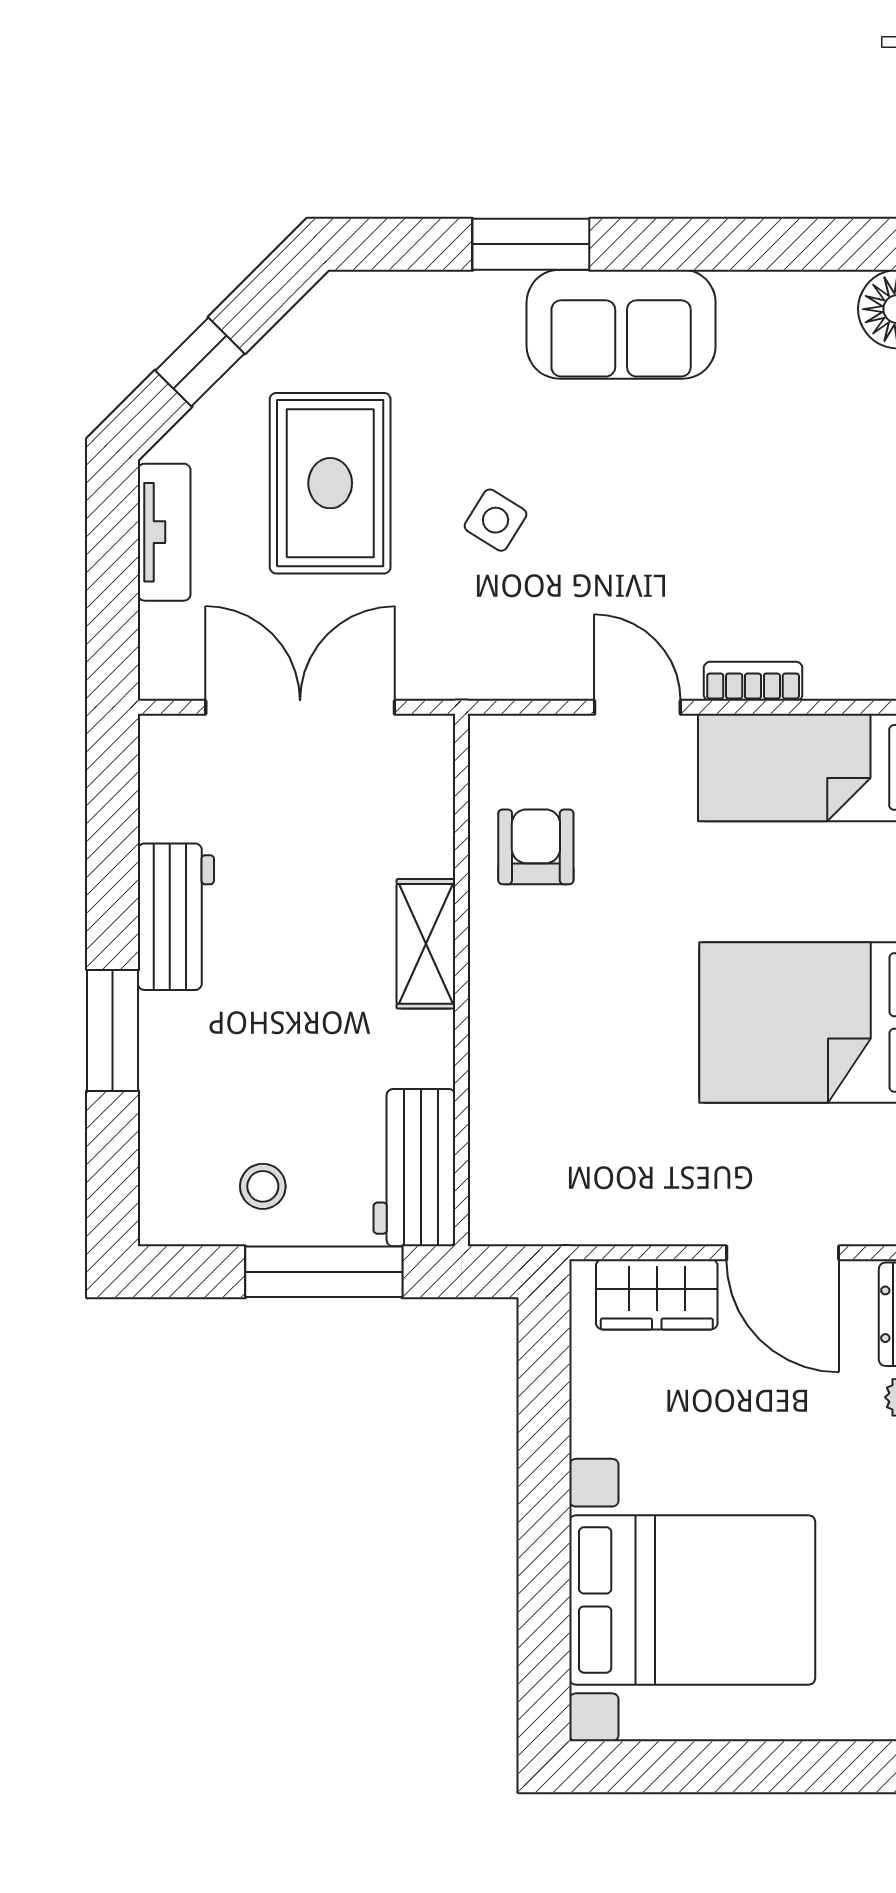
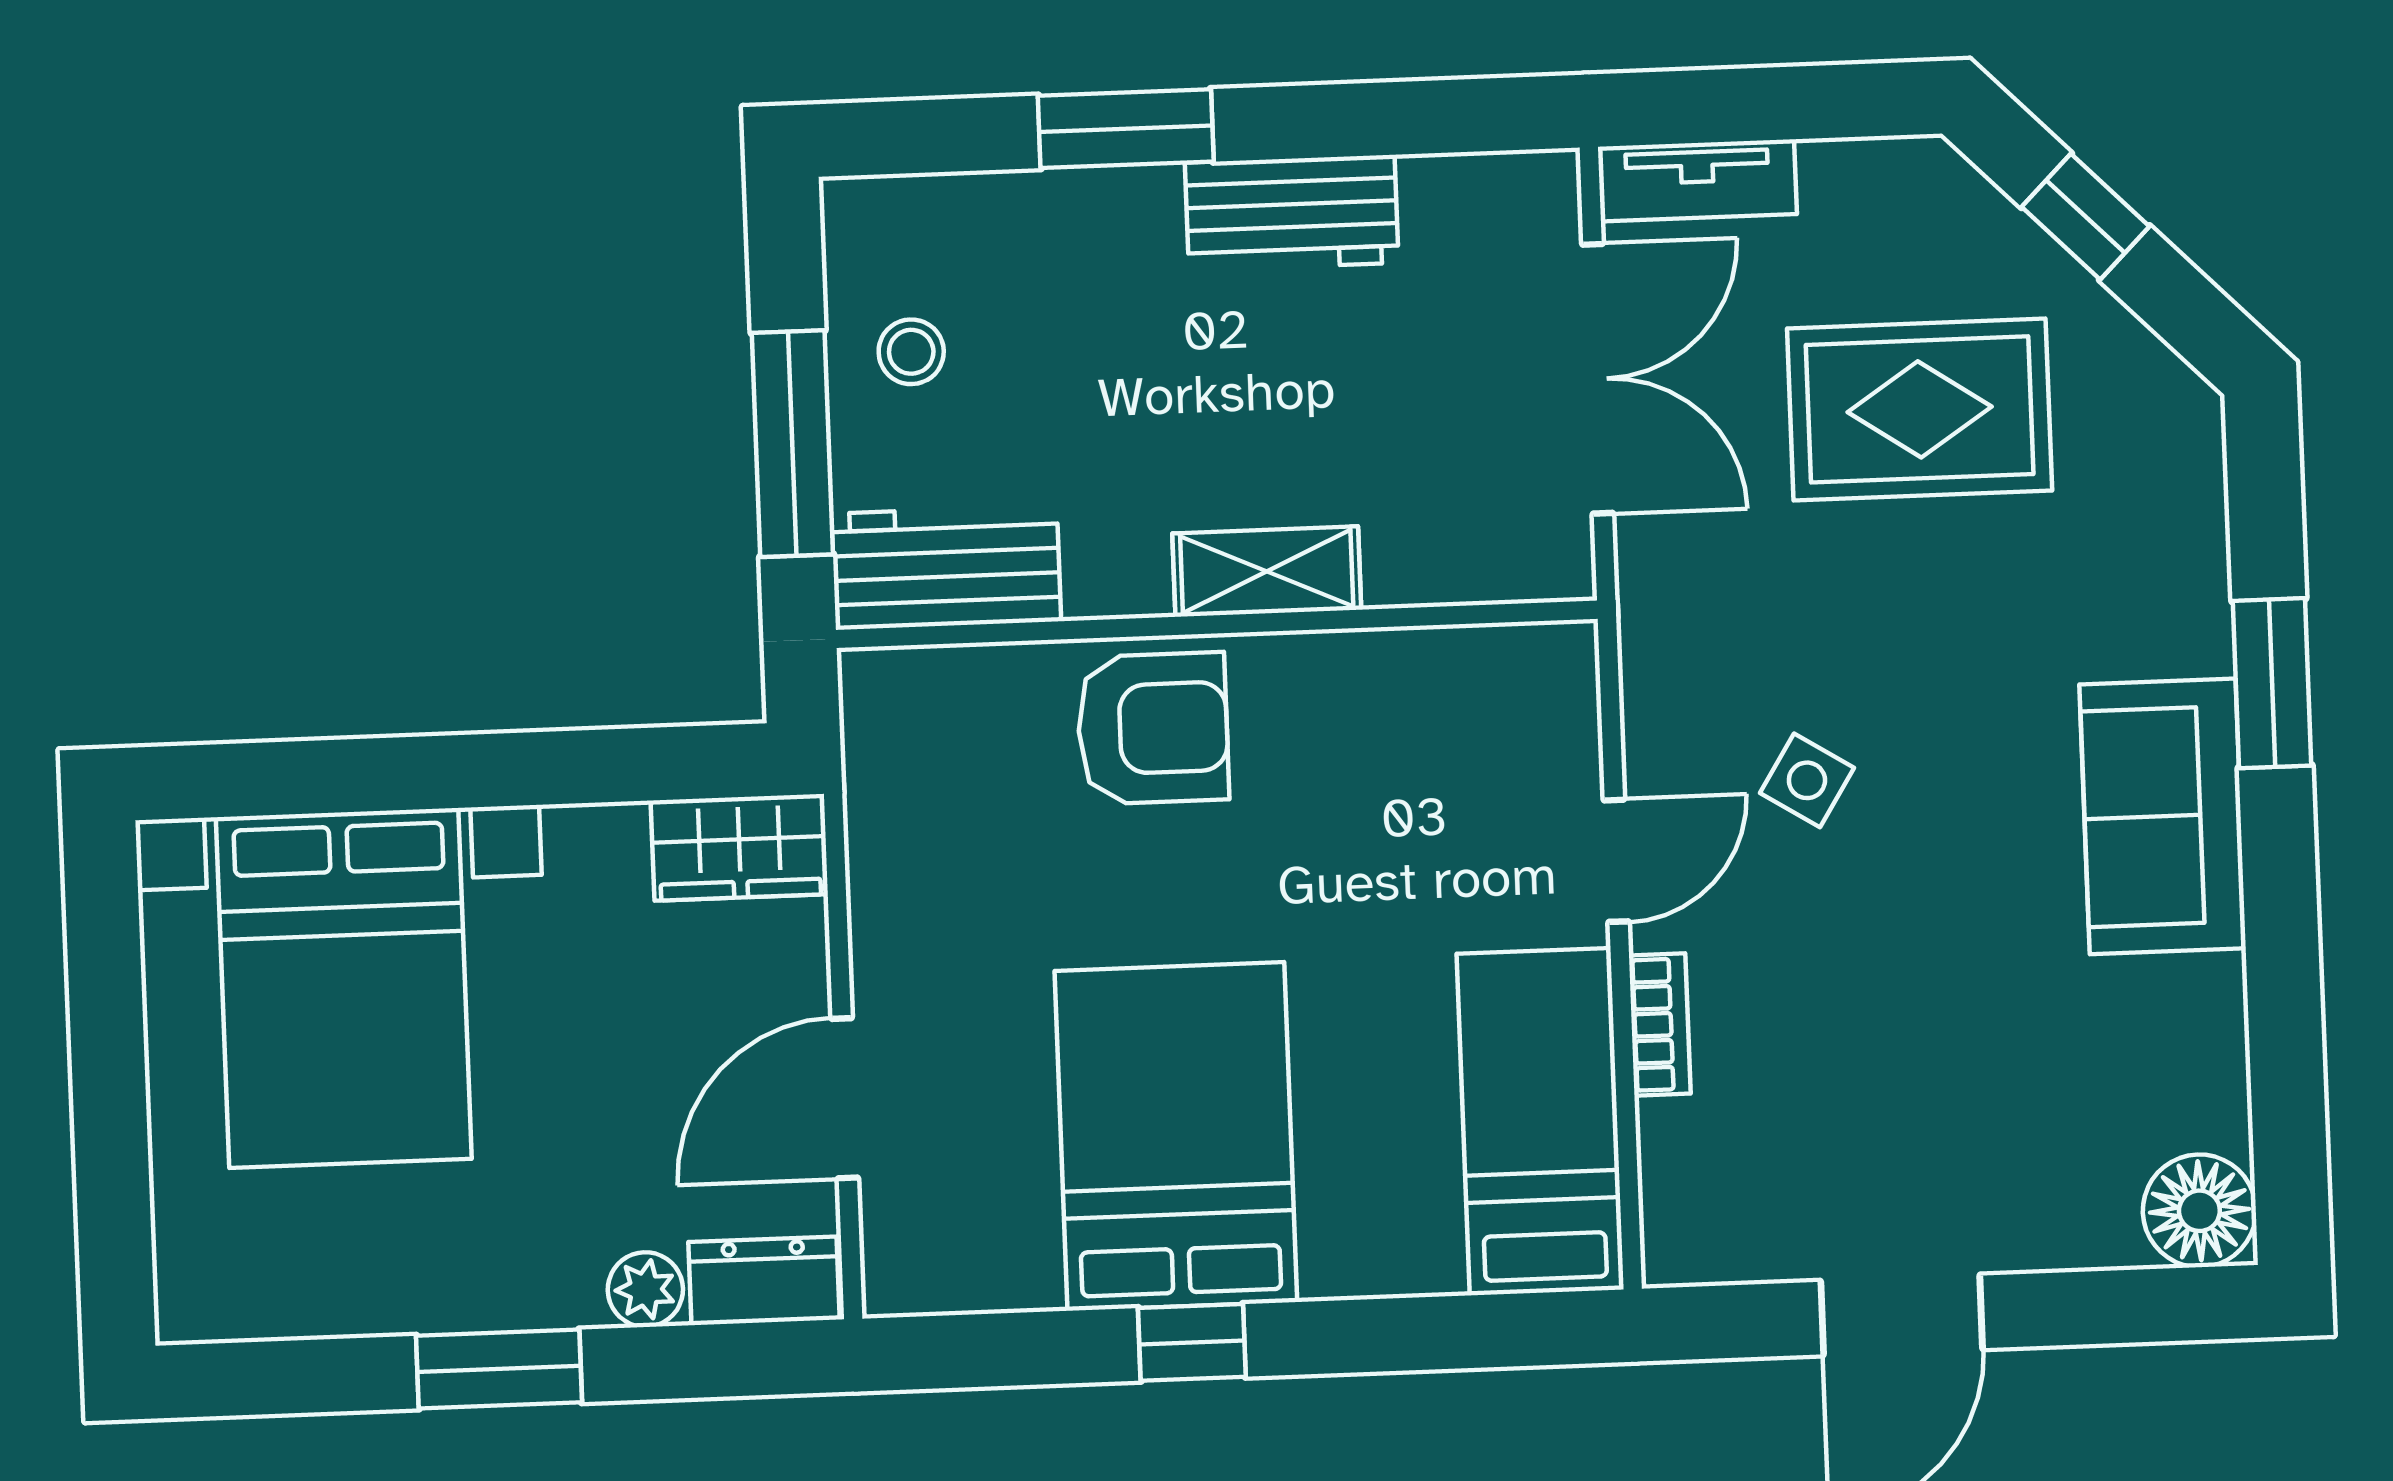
side table: (496, 520) -> (1807, 780), moved
tv unit: (164, 532) -> (1697, 180), moved
armchair: (536, 847) -> (1153, 728), moved, width x1.38, depth x1.38
wardrobe: (657, 1294) -> (739, 847), moved, turned -90

